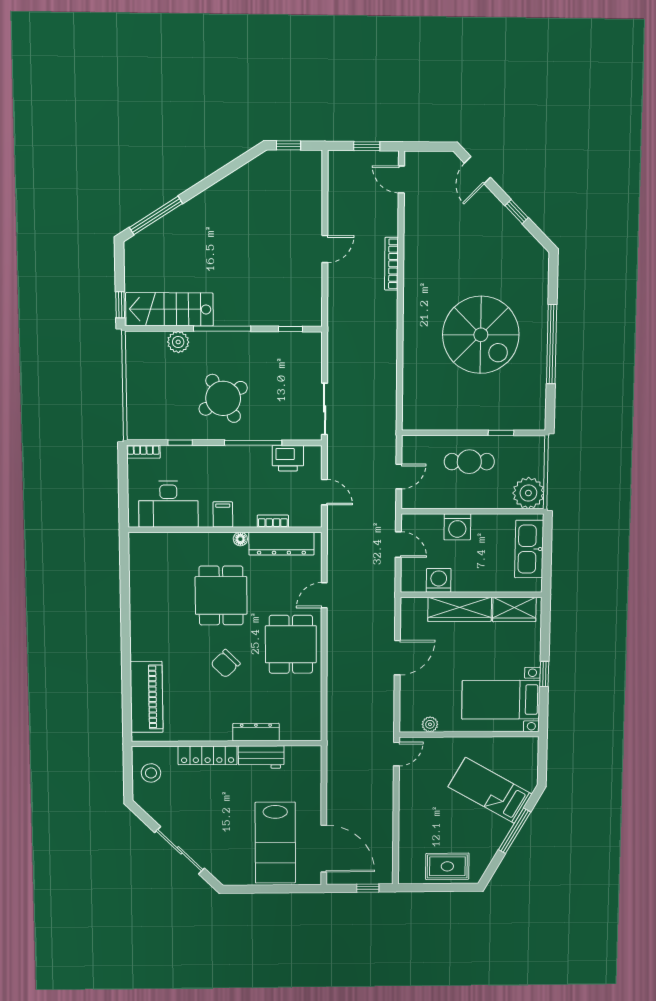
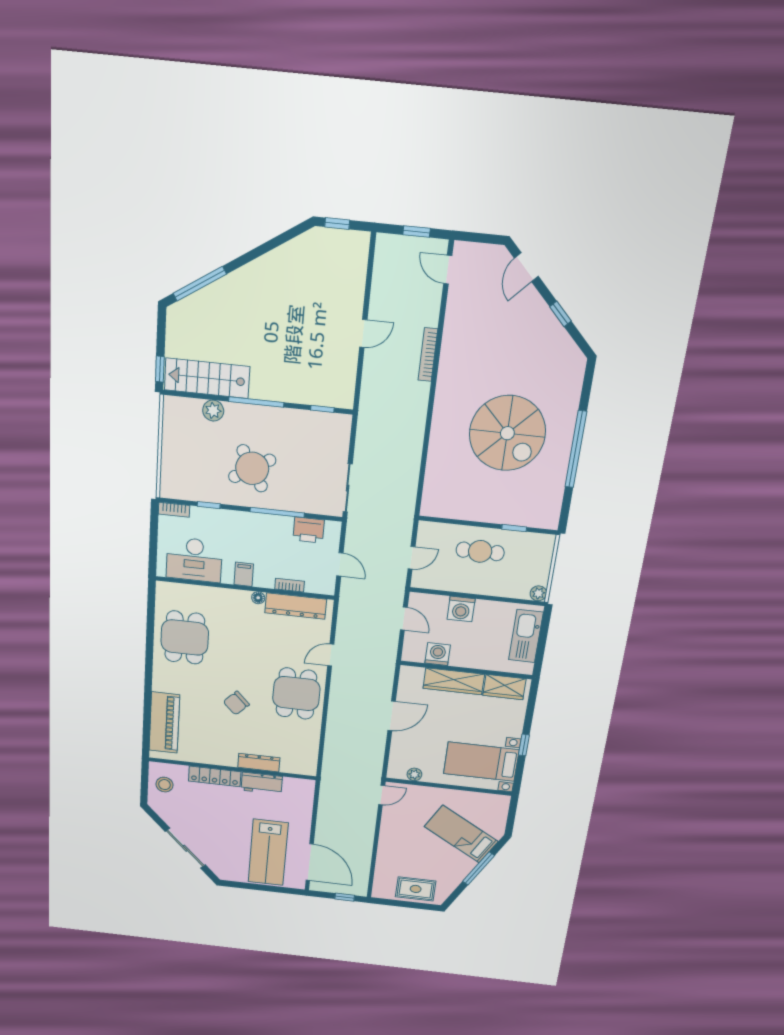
plant: (528, 493) -> (538, 593), width x0.53, depth x0.53
dining table: (221, 595) -> (185, 637), moved

